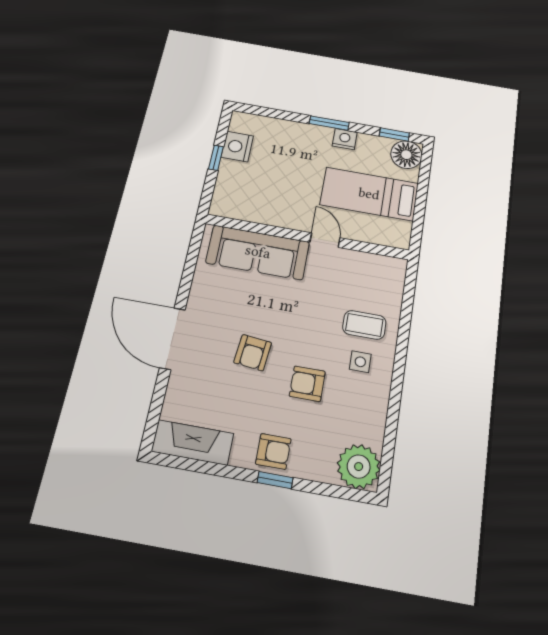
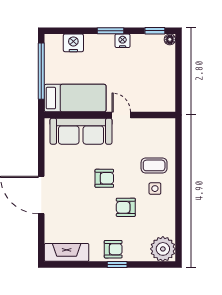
nightstand: (237, 147) -> (73, 43), moved, turned 90
floor lamp: (406, 155) -> (170, 39), width x0.53, depth x0.53
window: (216, 158) -> (41, 71), width x3.17
bed: (369, 194) -> (75, 98), moved, turned 180
armchair: (253, 353) -> (104, 178), moved, turned -96

